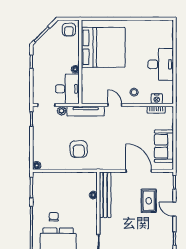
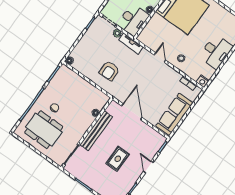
nightstand: (157, 99) -> (203, 81), moved
tv unit: (86, 111) -> (131, 43), width x0.71
sofa: (164, 146) -> (174, 114), width x1.36
door: (139, 171) -> (132, 112), moved
bench: (105, 195) -> (96, 131), moved
rug: (149, 201) -> (118, 159), moved

